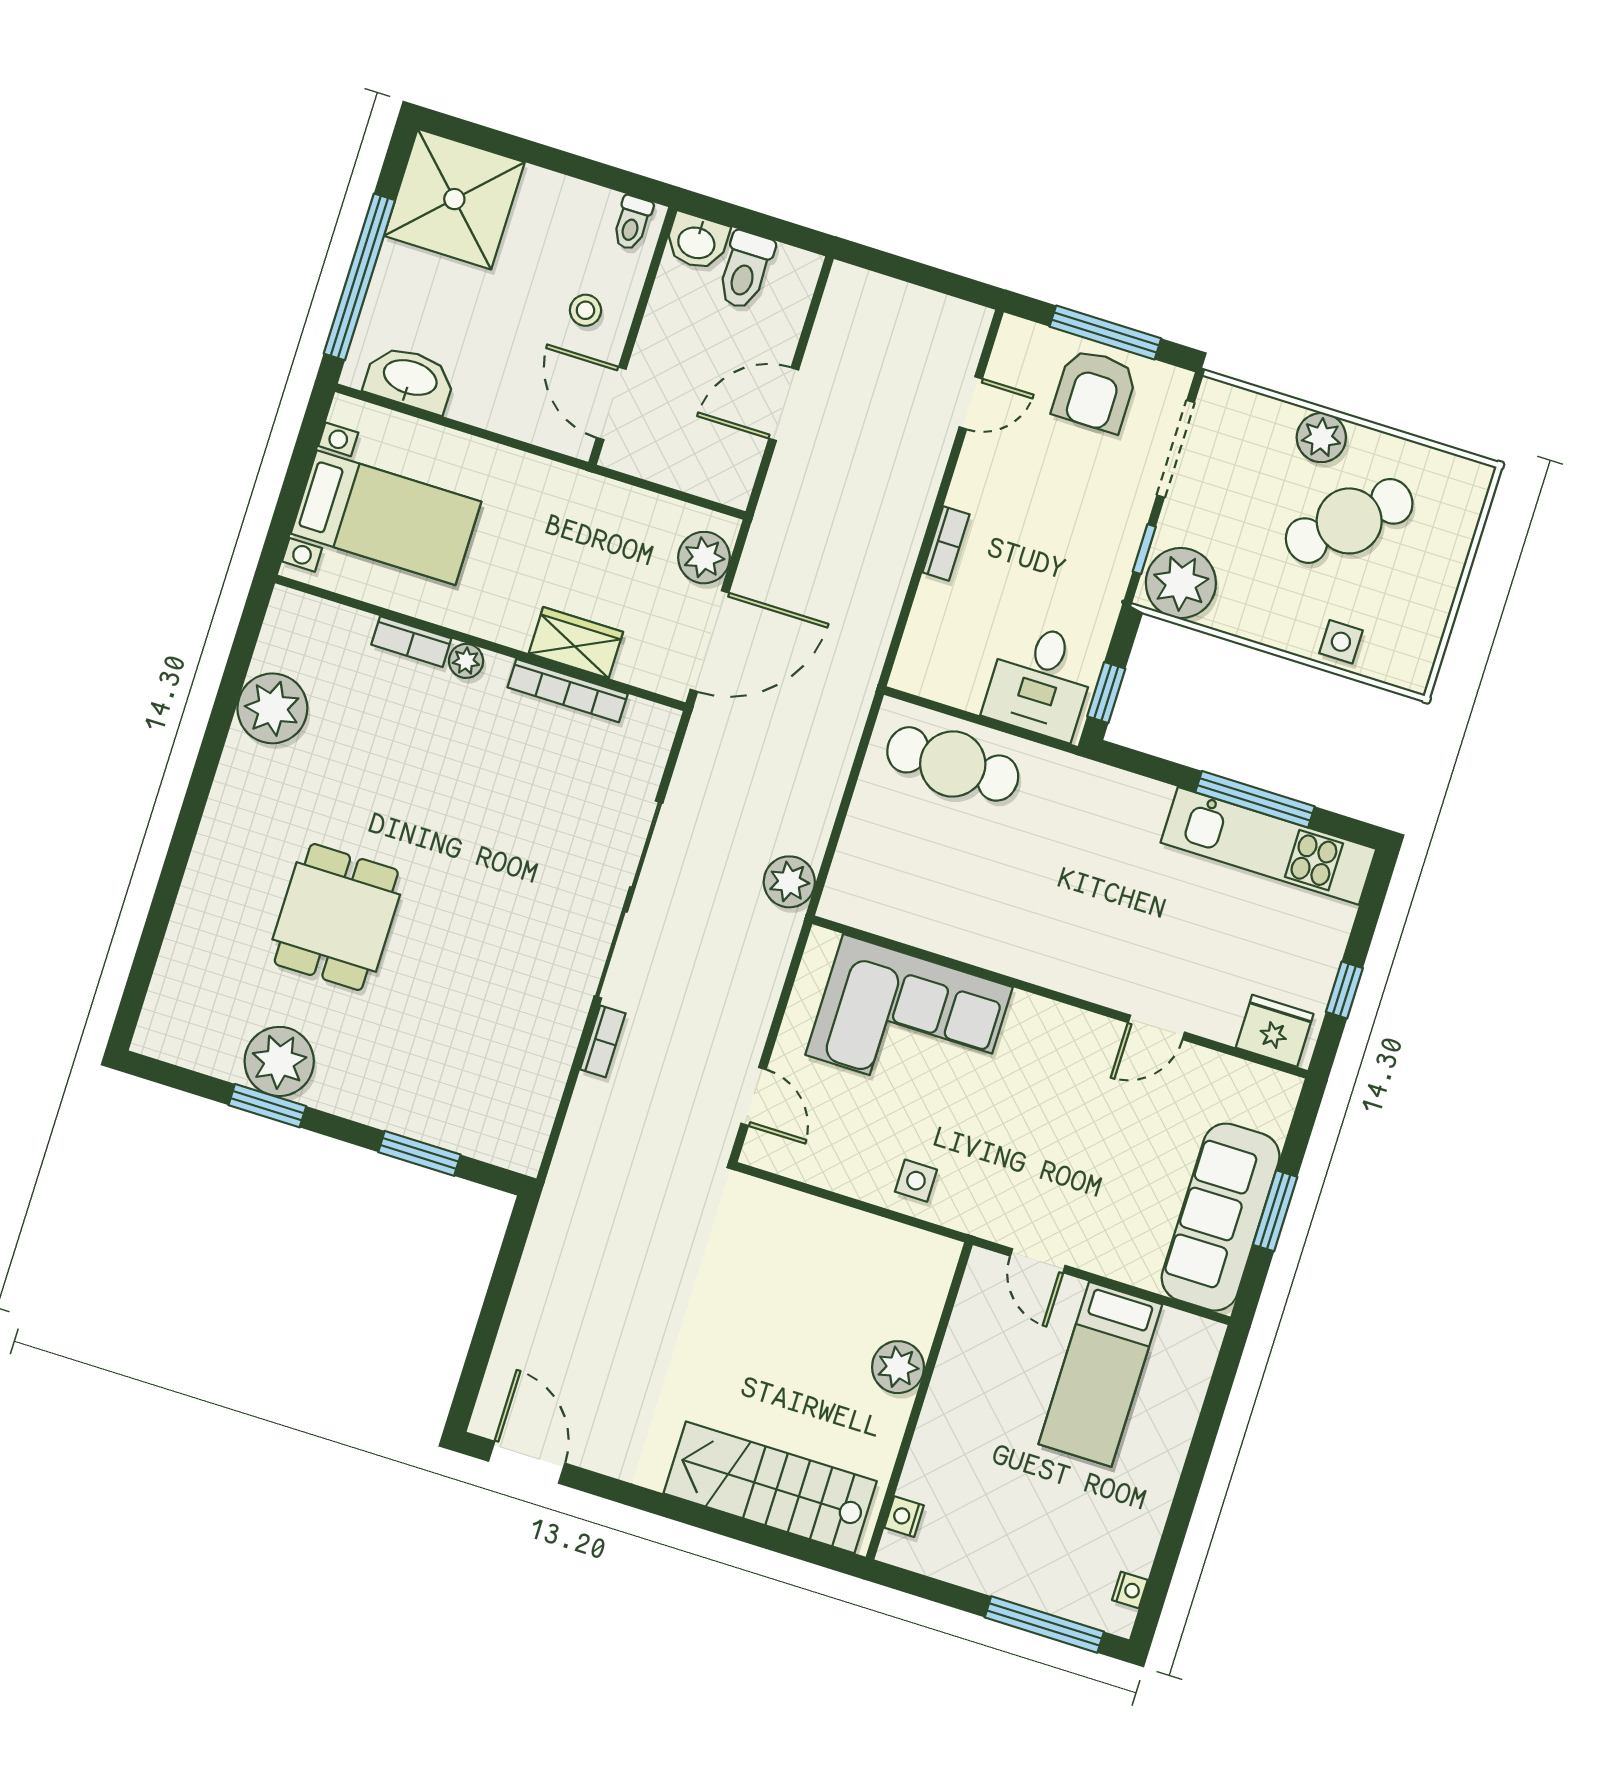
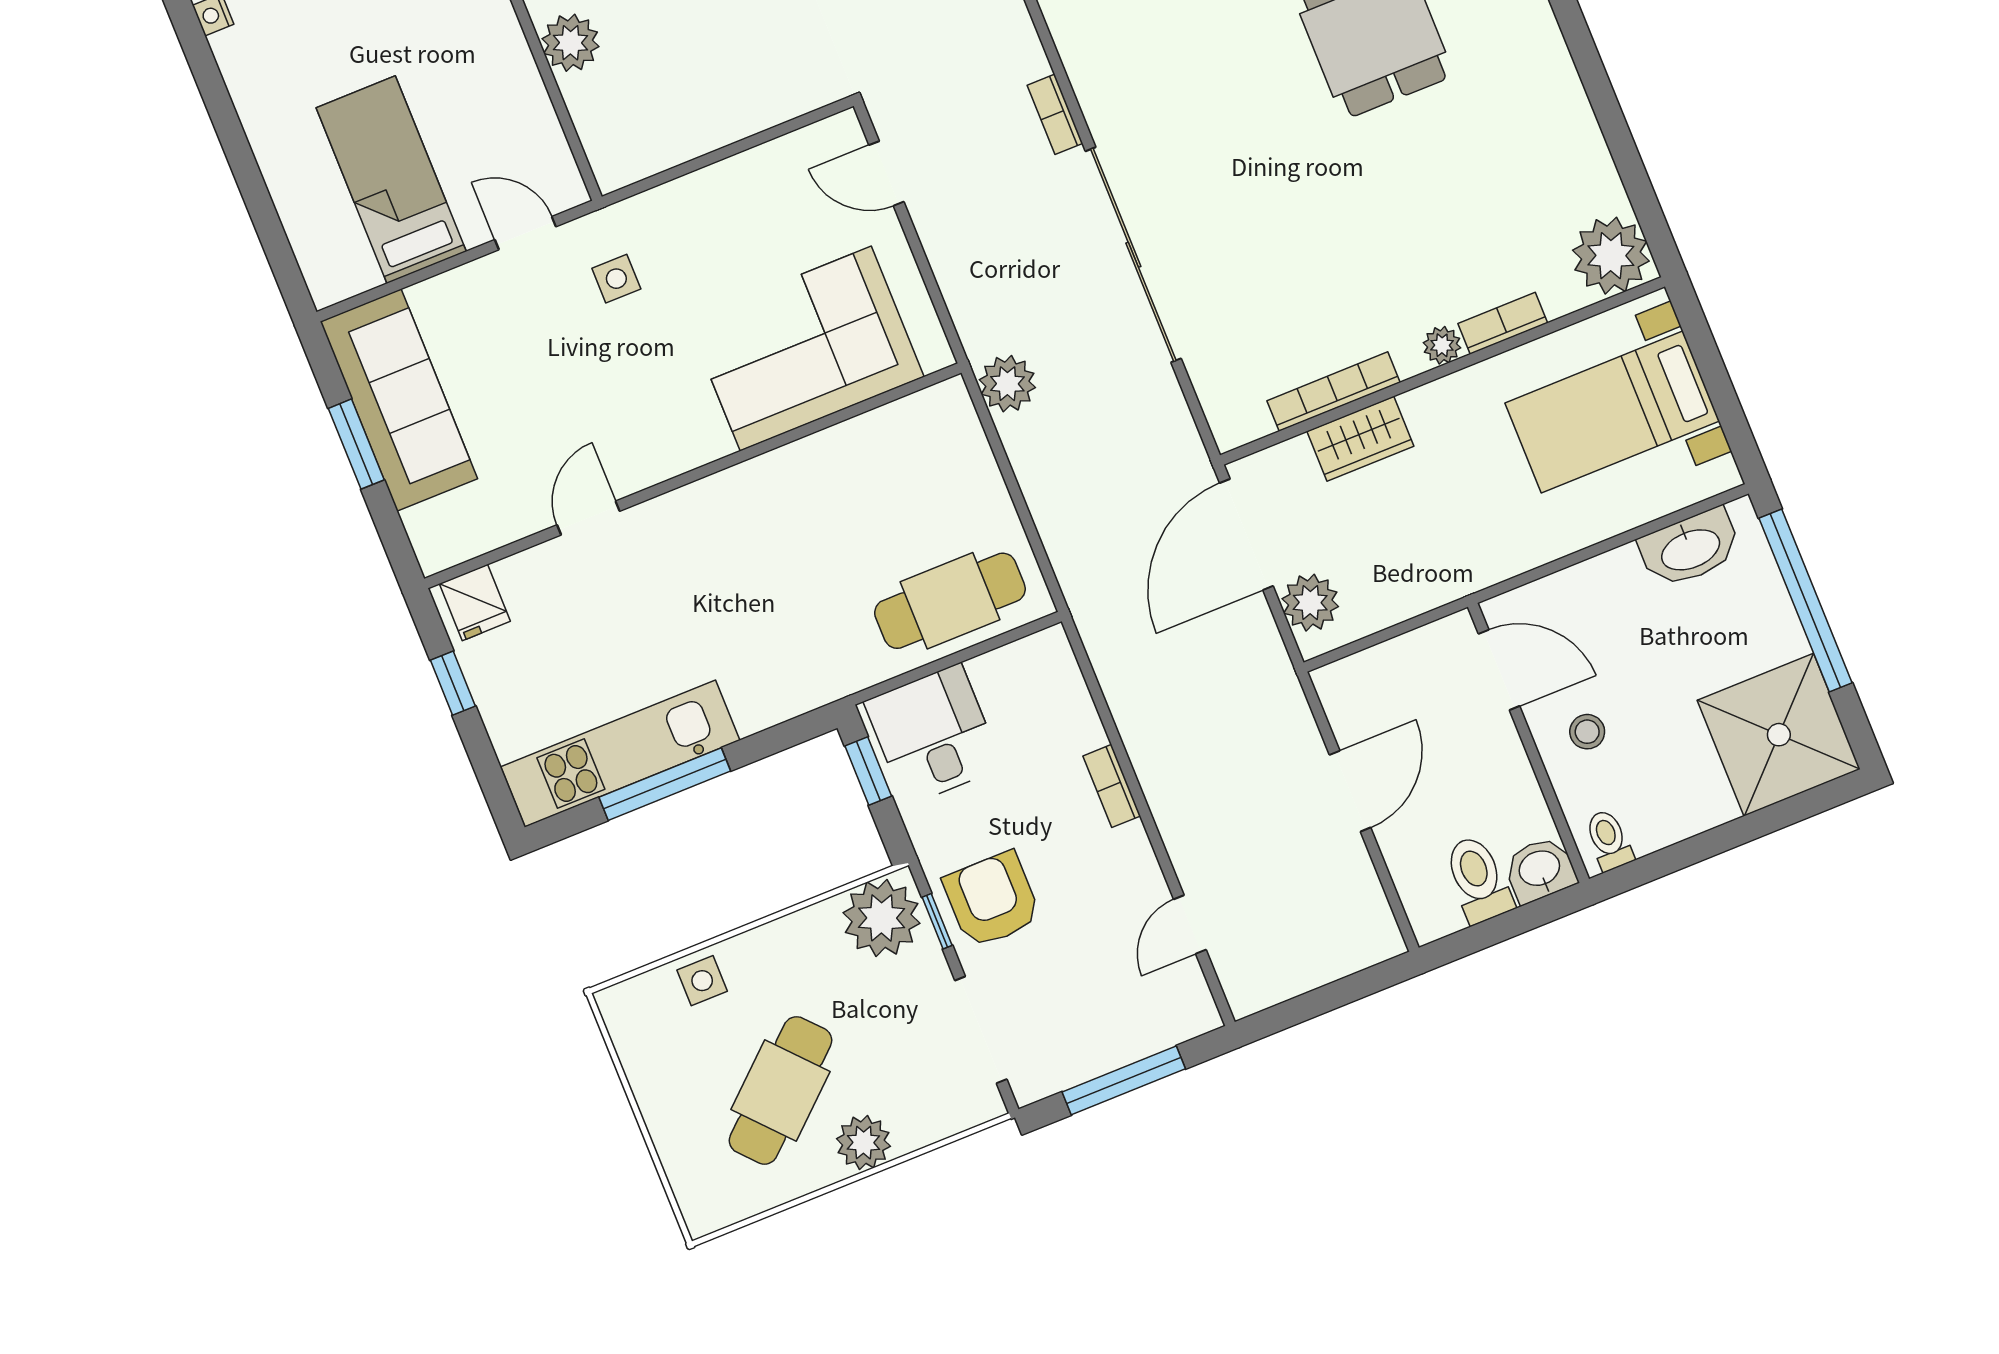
armchair: (1095, 391) -> (992, 900), moved
plant: (272, 708) -> (1611, 256), moved
fridge: (1275, 1031) -> (475, 602), width x0.72
side table: (916, 1181) -> (616, 279), moved

